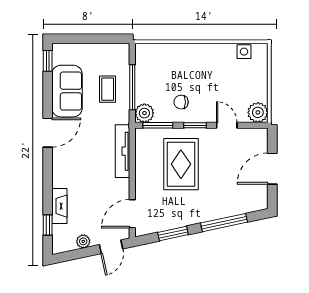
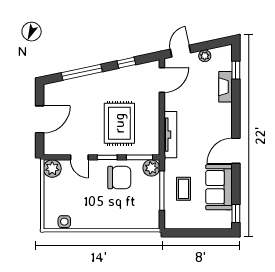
chair: (181, 102) -> (119, 178), width x1.87, depth x1.87
window: (173, 234) -> (126, 63), width x0.67

